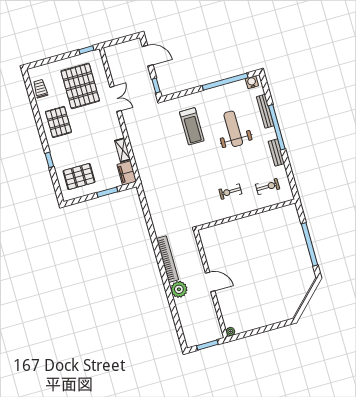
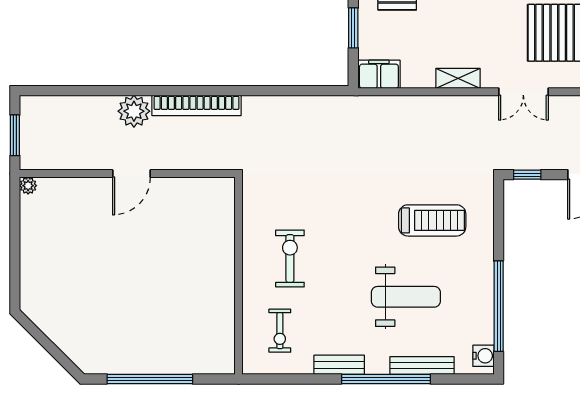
treadmill: (192, 126) -> (432, 220), turned 180
shelving: (123, 150) -> (458, 78), moved
exercise bike: (230, 192) -> (290, 258), width x1.38, depth x1.39

